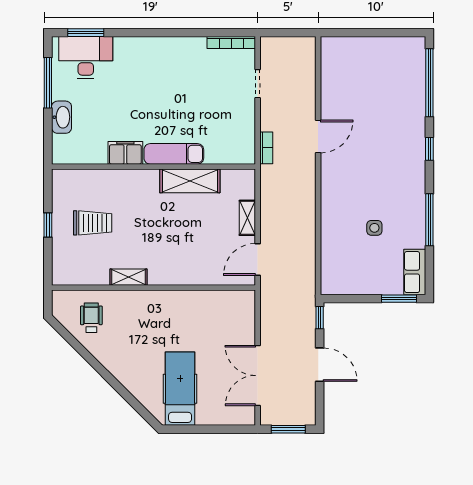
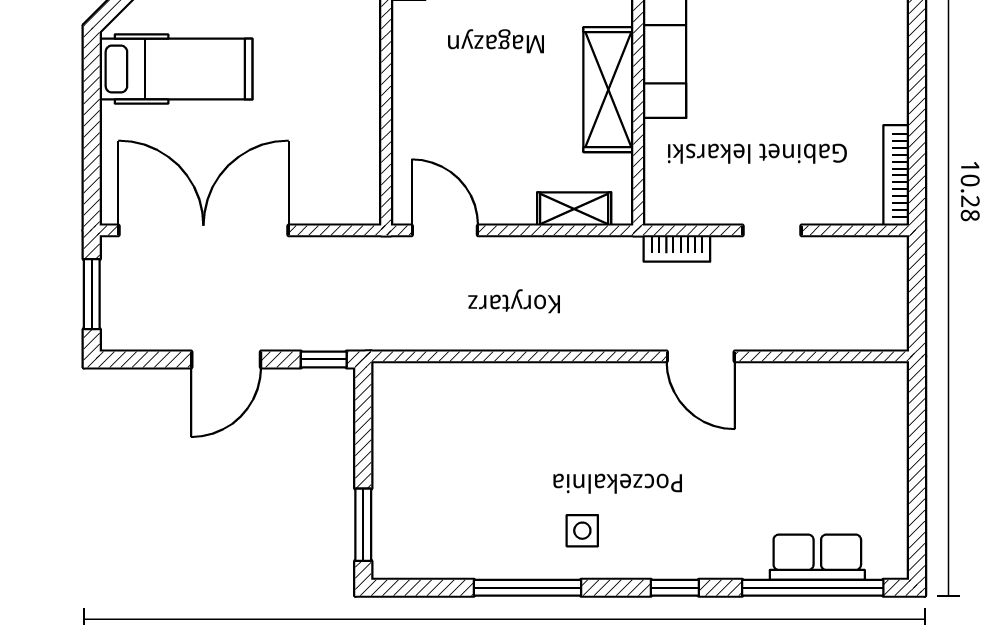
doorway: (258, 84) -> (772, 230), moved
shelving: (247, 218) -> (574, 209), moved
side table: (374, 228) -> (582, 531), moved
row of seats: (415, 272) -> (817, 557), moved
double door: (258, 376) -> (203, 230), width x1.36

